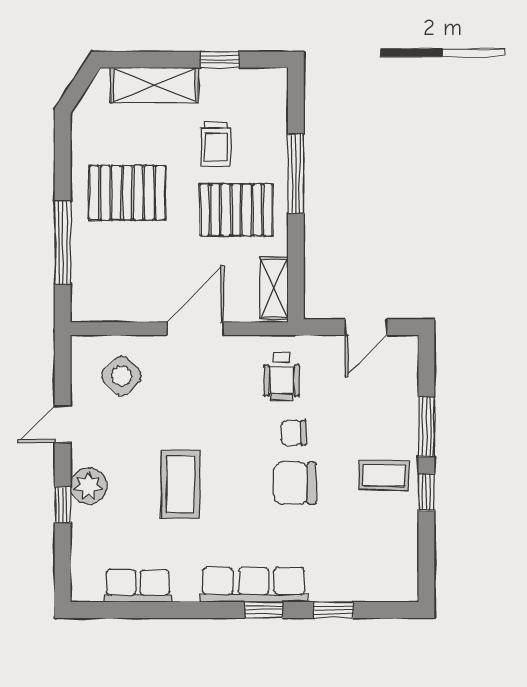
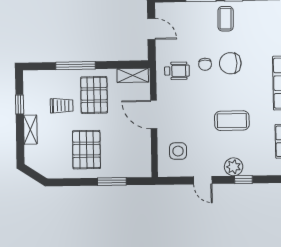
shelving: (155, 85) -> (30, 130), width x0.67, depth x0.75
window: (63, 243) -> (112, 182), width x0.69
side table: (122, 376) -> (178, 151), turned 45
chair: (295, 483) -> (230, 63), turned 90

